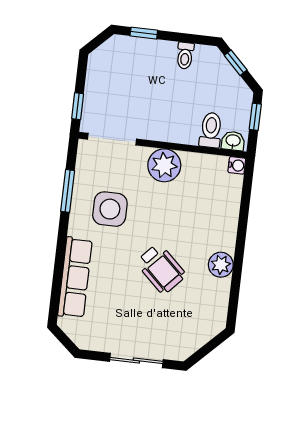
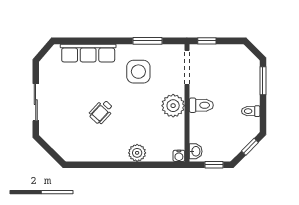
window: (144, 33) -> (263, 81), width x1.50
toilet: (211, 130) -> (201, 105), moved
plant: (221, 265) -> (137, 153), moved
wheelchair: (161, 269) -> (101, 112), width x0.73, depth x0.73

